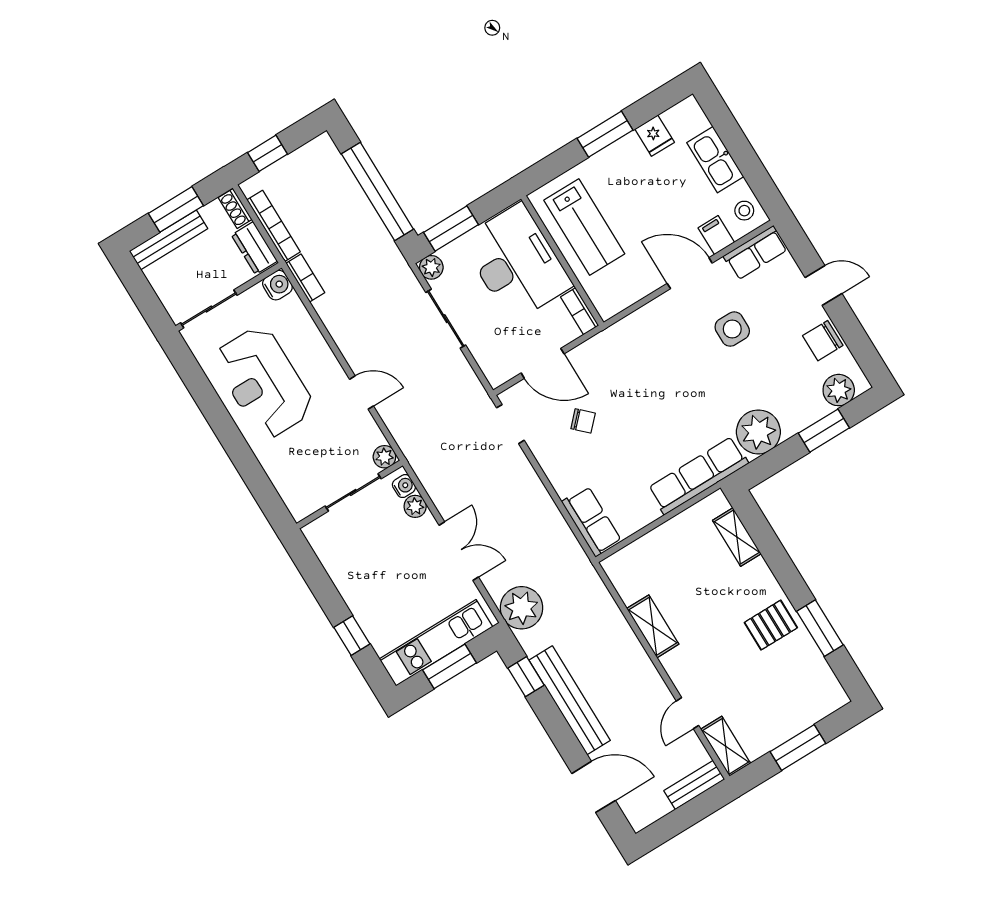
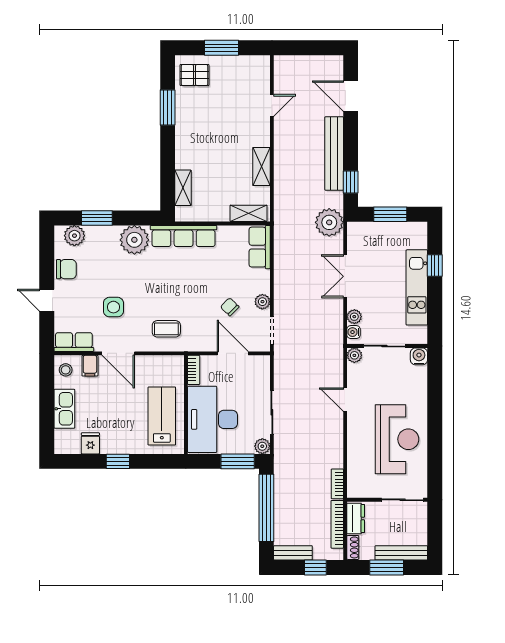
window: (605, 134) -> (118, 461), width x0.67
water cooler: (277, 285) -> (419, 356), moved, turned 90
coffee table: (647, 343) -> (166, 329), added
plant: (545, 453) -> (262, 302), added
pallet: (771, 625) -> (194, 75), moved
kitchen unit: (436, 643) -> (417, 287), moved, turned 90
shelving: (726, 746) -> (249, 213), moved, turned 90
bench: (694, 785) -> (293, 553), moved

